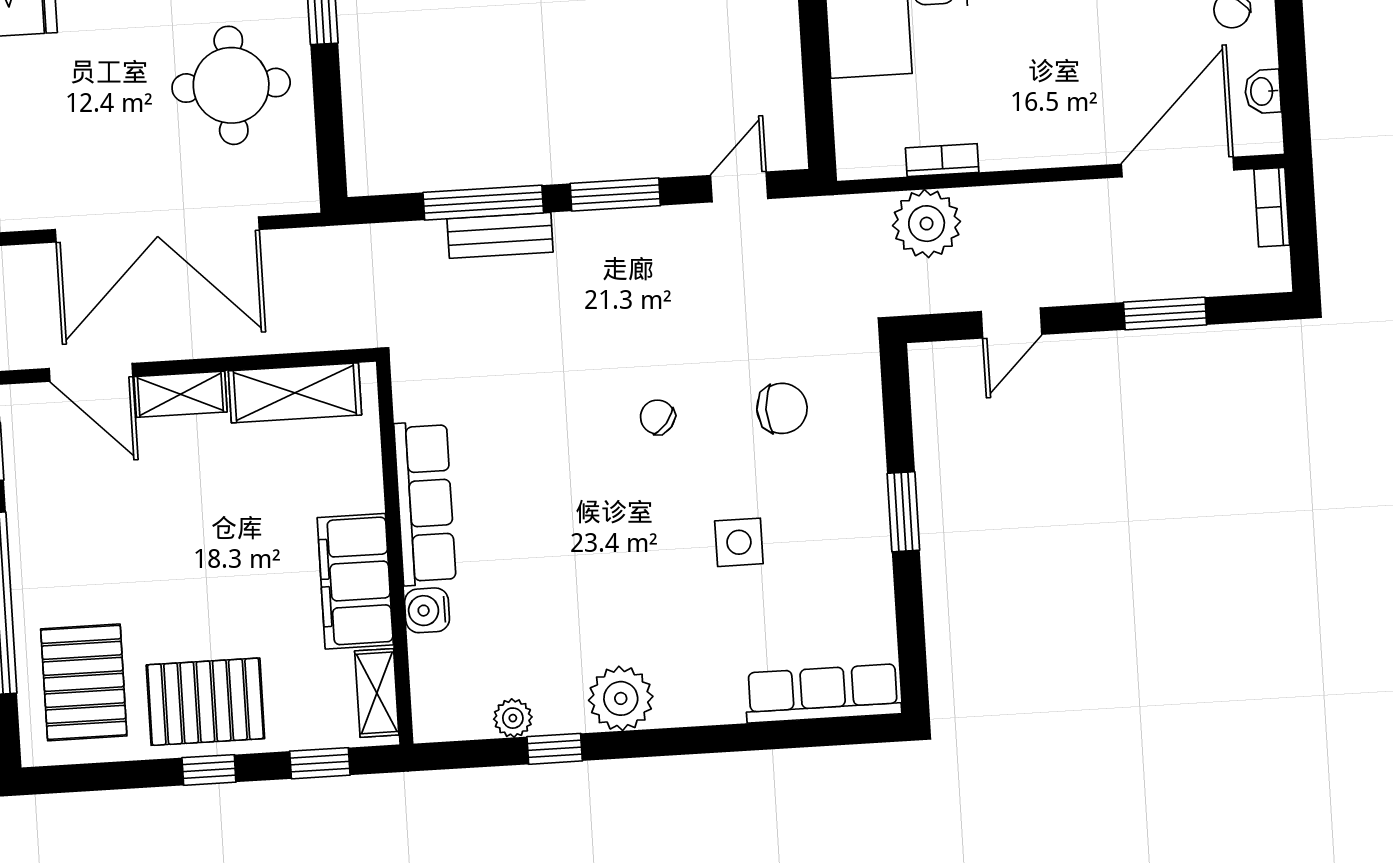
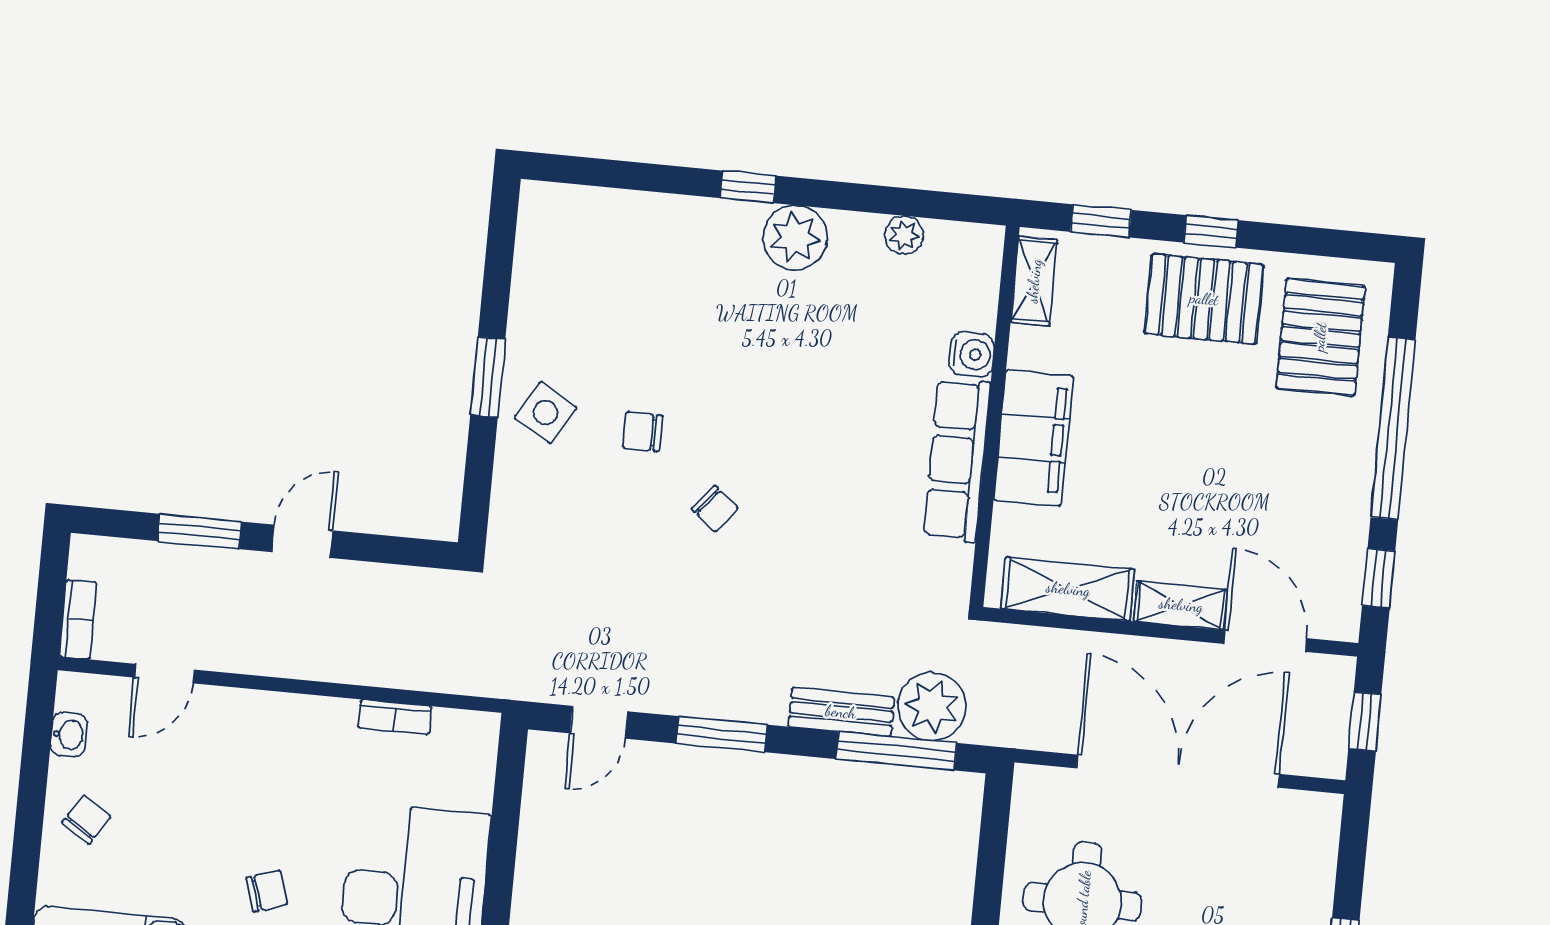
door: (1178, 167) -> (164, 674), width x0.53
window: (483, 203) -> (896, 751), moved
plant: (927, 224) -> (932, 706), moved
door: (1012, 323) -> (302, 541), moved
chair: (782, 408) -> (643, 432), moved, width x0.73, depth x0.73
side table: (739, 542) -> (546, 412), moved, turned 31
filing cabinet: (355, 581) -> (1034, 438), moved
row of seats: (823, 693) -> (595, 211), removed
window: (555, 749) -> (748, 187), moved

